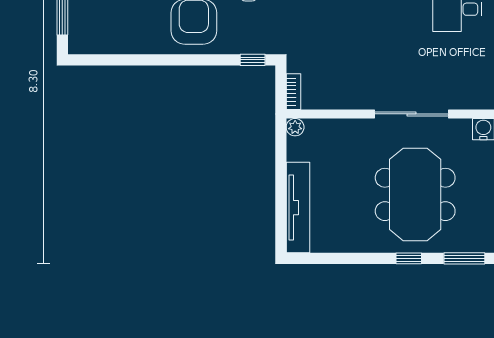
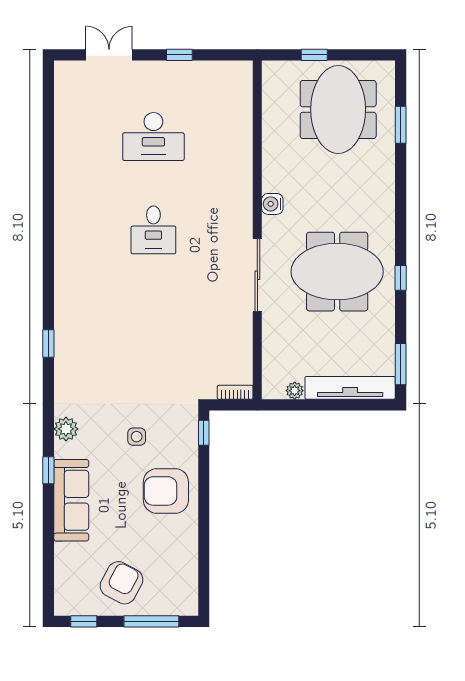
plant: (295, 127) -> (295, 391), moved
window: (464, 258) -> (401, 364), moved

